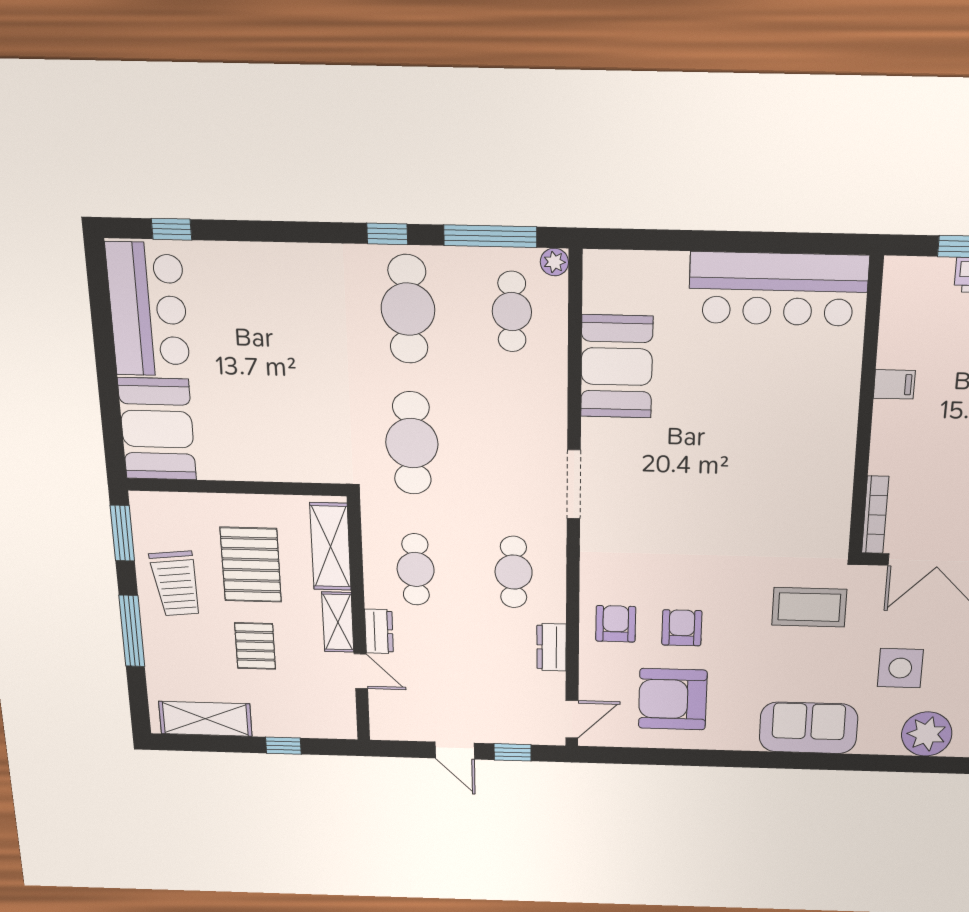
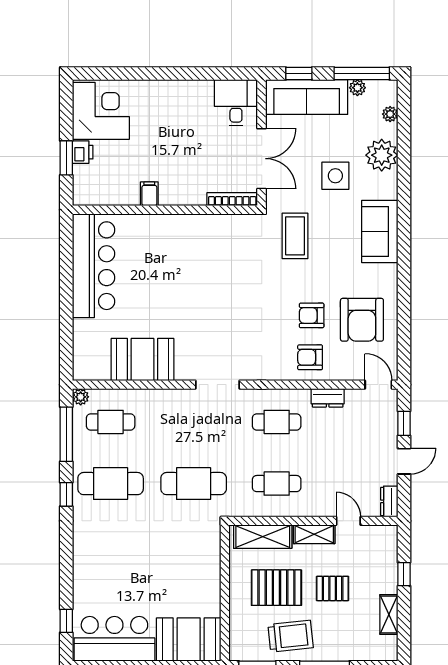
dresser: (379, 631) -> (389, 501), moved, turned -90
door: (361, 671) -> (348, 521), hinge flipped
shelving: (205, 719) -> (389, 614), width x0.67, depth x0.75

